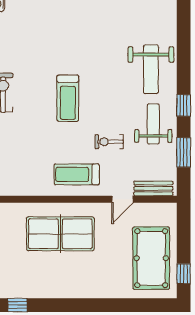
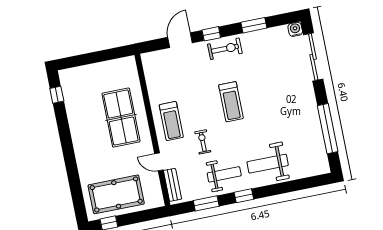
treadmill: (68, 98) -> (231, 102), turned -90
treadmill: (77, 174) -> (171, 121), turned 180

